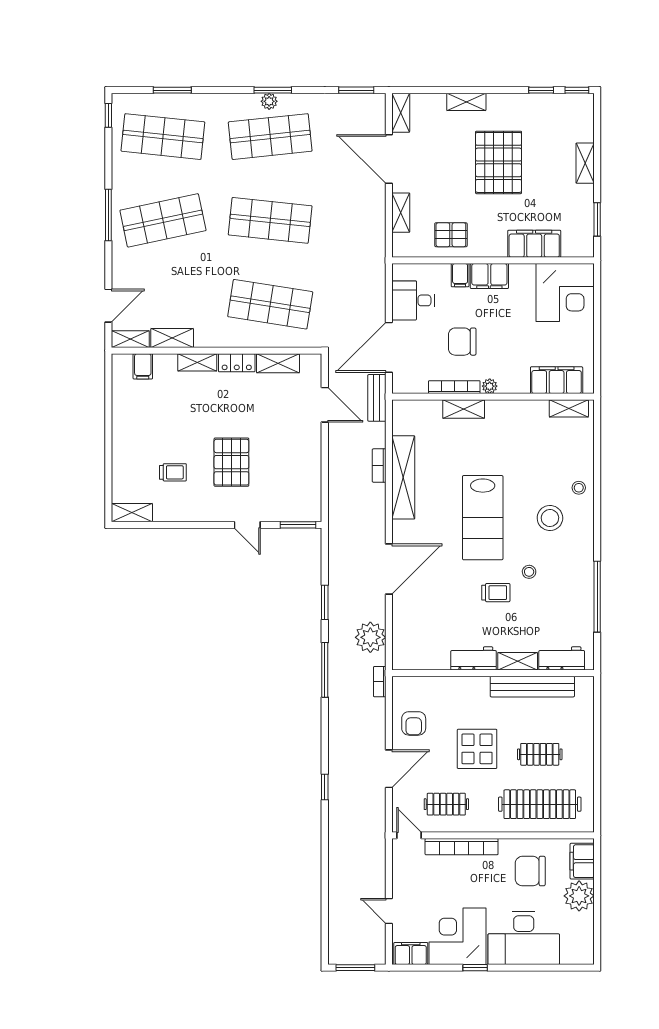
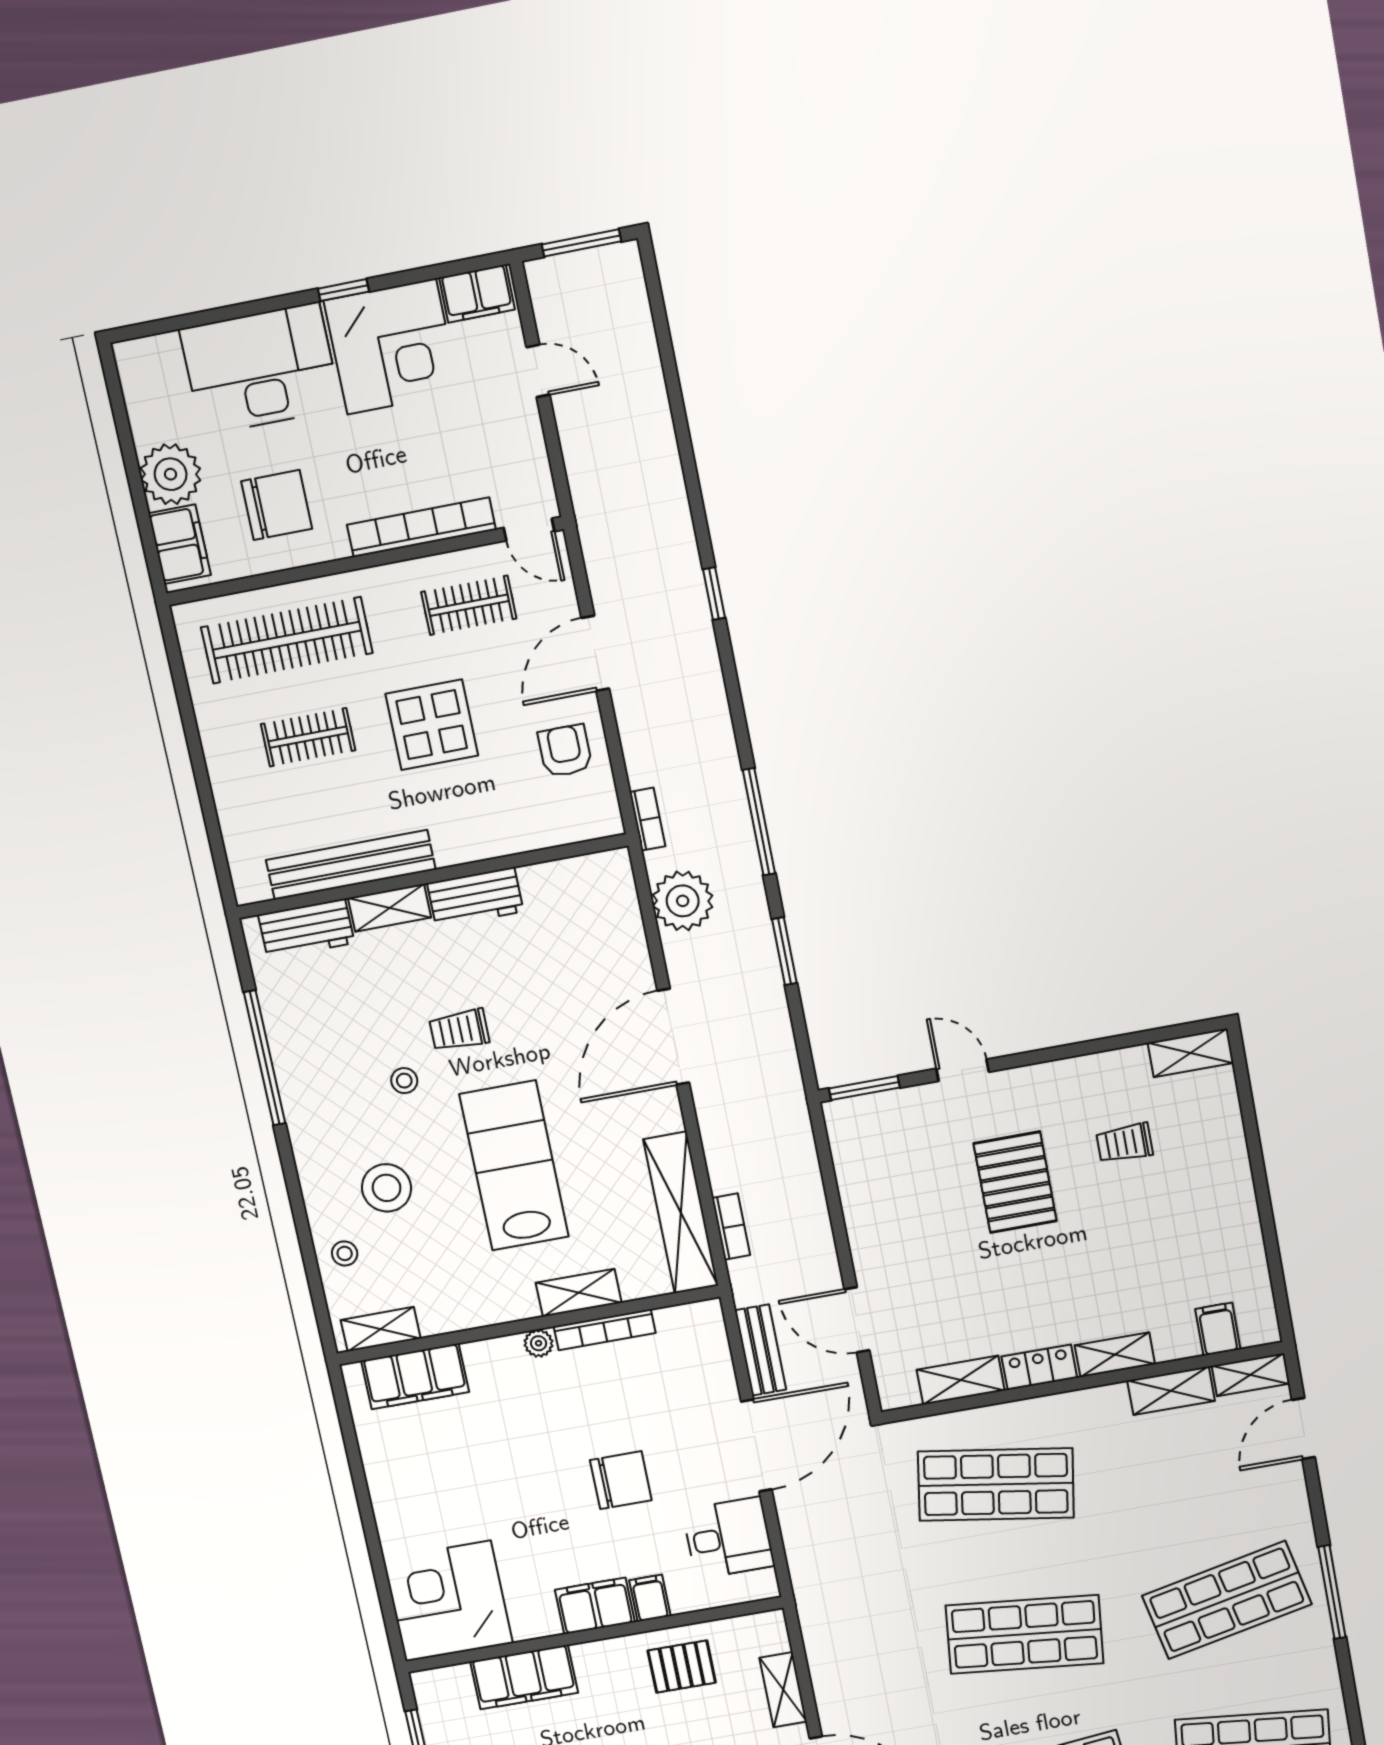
filing cabinet: (557, 380) -> (415, 1376), moved
plant: (490, 386) -> (539, 1343), moved
bookcase: (454, 387) -> (605, 1330), moved
wall: (493, 397) -> (528, 1325), moved
shelving: (569, 408) -> (381, 1329), moved
shelving: (464, 409) -> (579, 1293), moved

